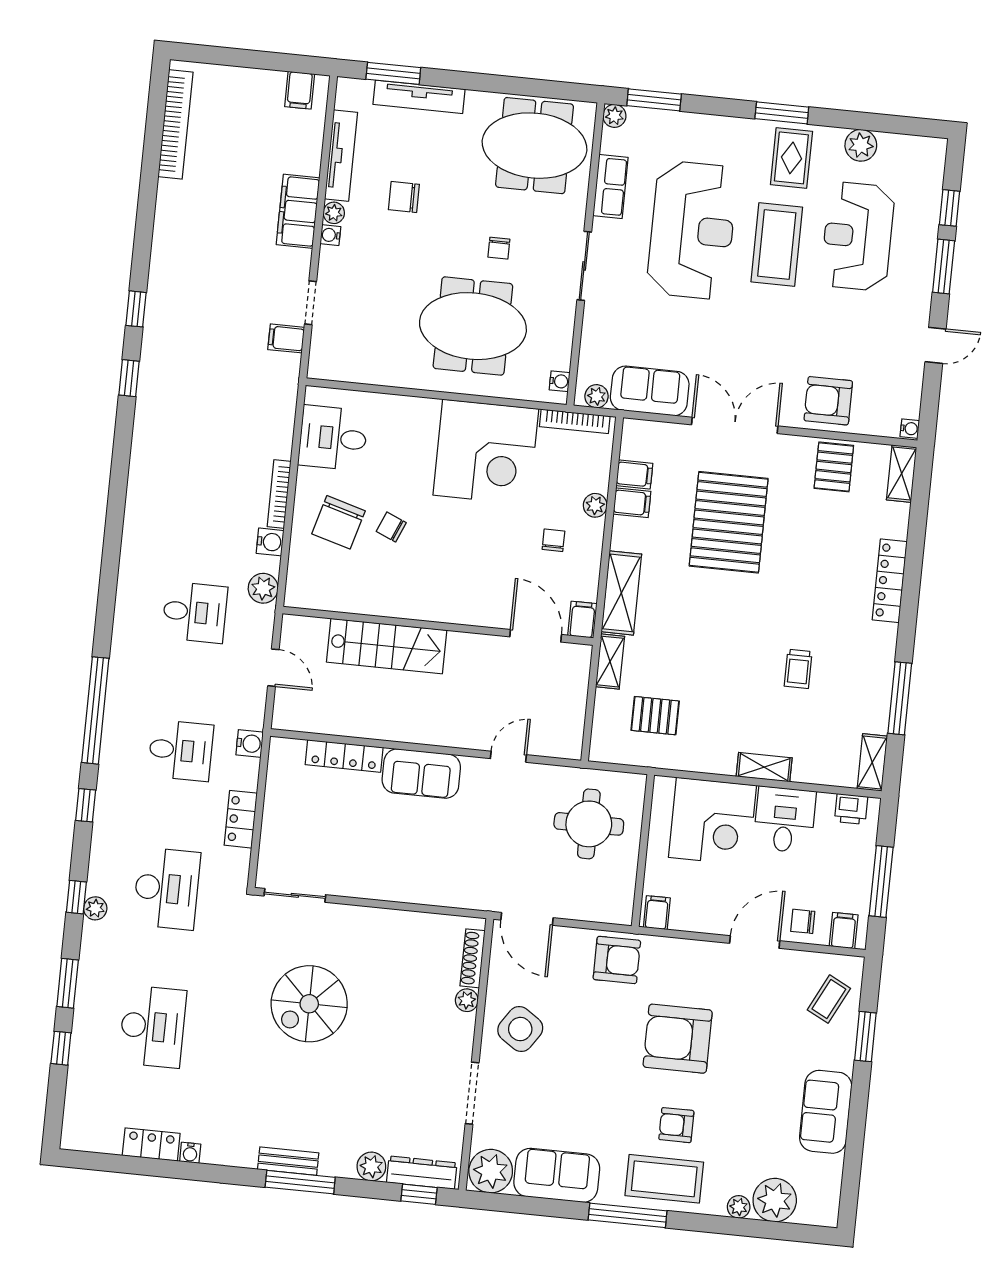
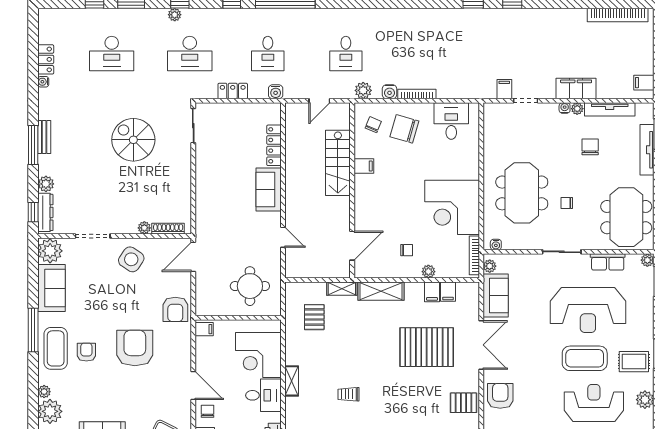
chair: (391, 527) -> (373, 125), moved
filing cabinet: (582, 620) -> (364, 166), moved

